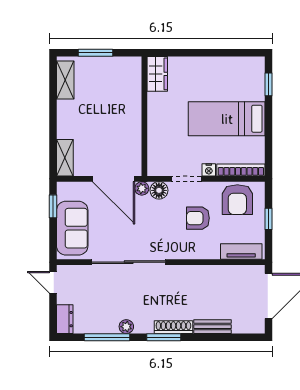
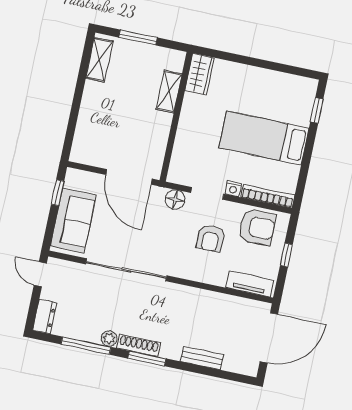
shelving: (65, 158) -> (169, 91), moved
plant: (142, 188) -> (157, 194), removed
armchair: (237, 200) -> (257, 227), turned -90
armchair: (198, 218) -> (211, 238), turned -90
shoe rack: (173, 327) -> (139, 345), moved

